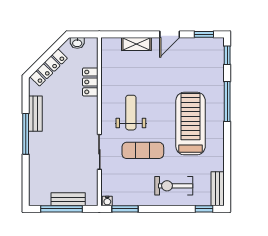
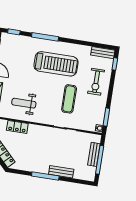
weight bench: (131, 113) -> (24, 103), moved
bench: (35, 114) -> (61, 172), moved
treadmill: (191, 124) -> (56, 64), turned 180

